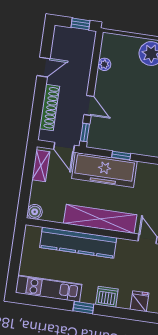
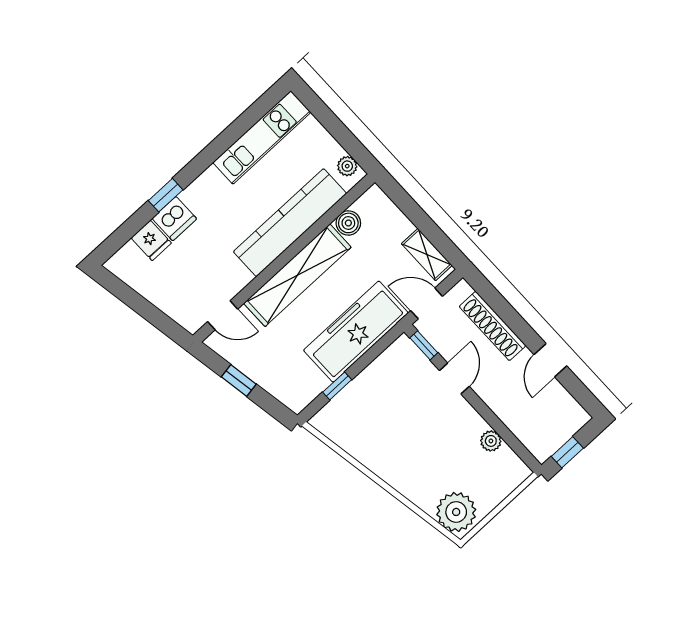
door: (89, 105) -> (454, 378), swing flipped
window: (121, 156) -> (337, 386), moved
boiler: (35, 212) -> (348, 223), moved
plant: (30, 237) -> (347, 166), added
dishwasher: (107, 297) -> (174, 219), moved
window: (83, 307) -> (166, 195), moved

